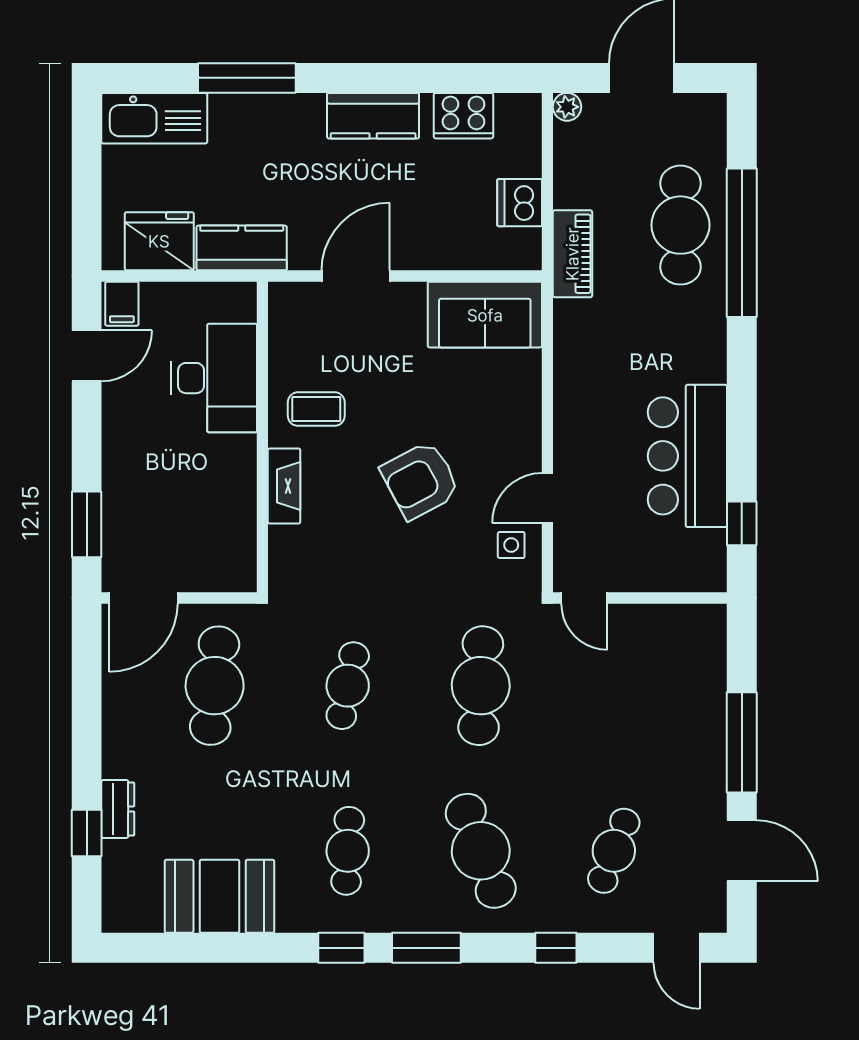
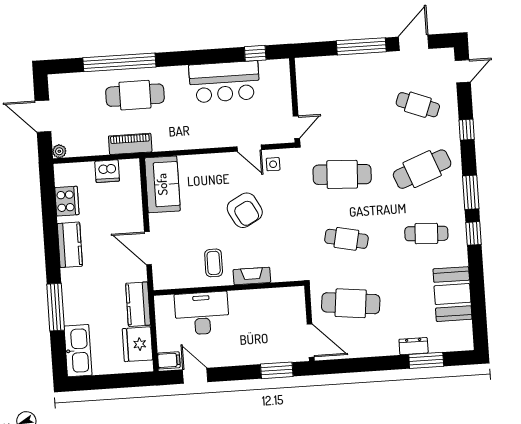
cafe table: (680, 225) -> (135, 95), moved
window: (87, 833) -> (426, 360), width x1.50

